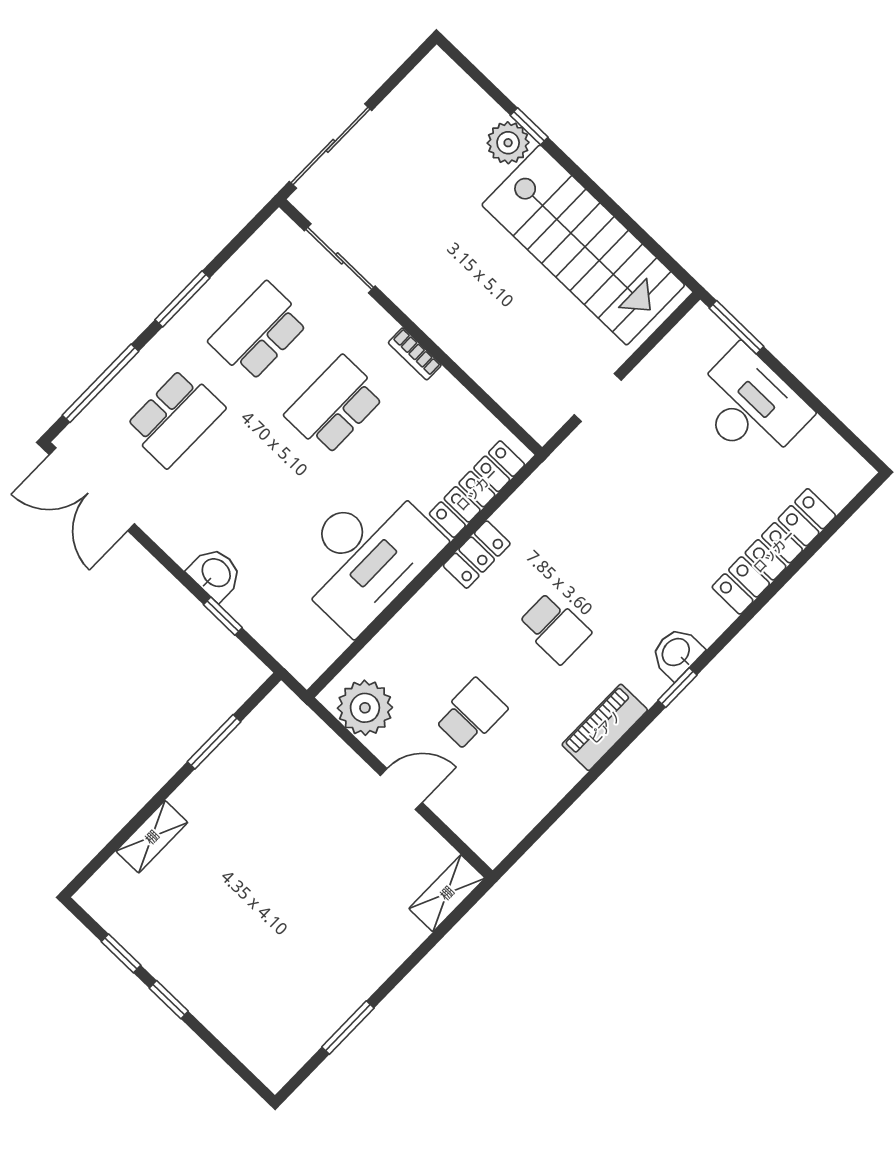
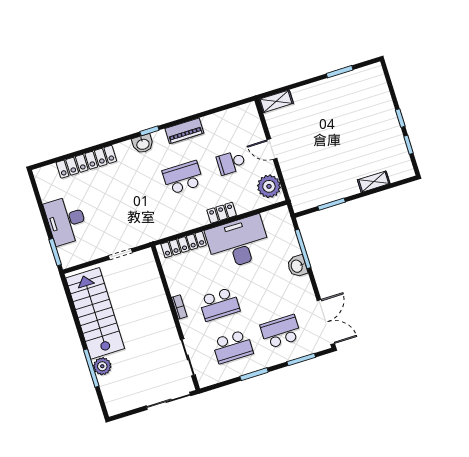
window: (529, 126) -> (91, 368), width x2.17
window: (101, 383) -> (301, 359), width x0.69
locker: (477, 555) -> (222, 213), moved
window: (223, 616) -> (303, 249), width x2.17
school desk: (555, 628) -> (183, 178), width x1.85

